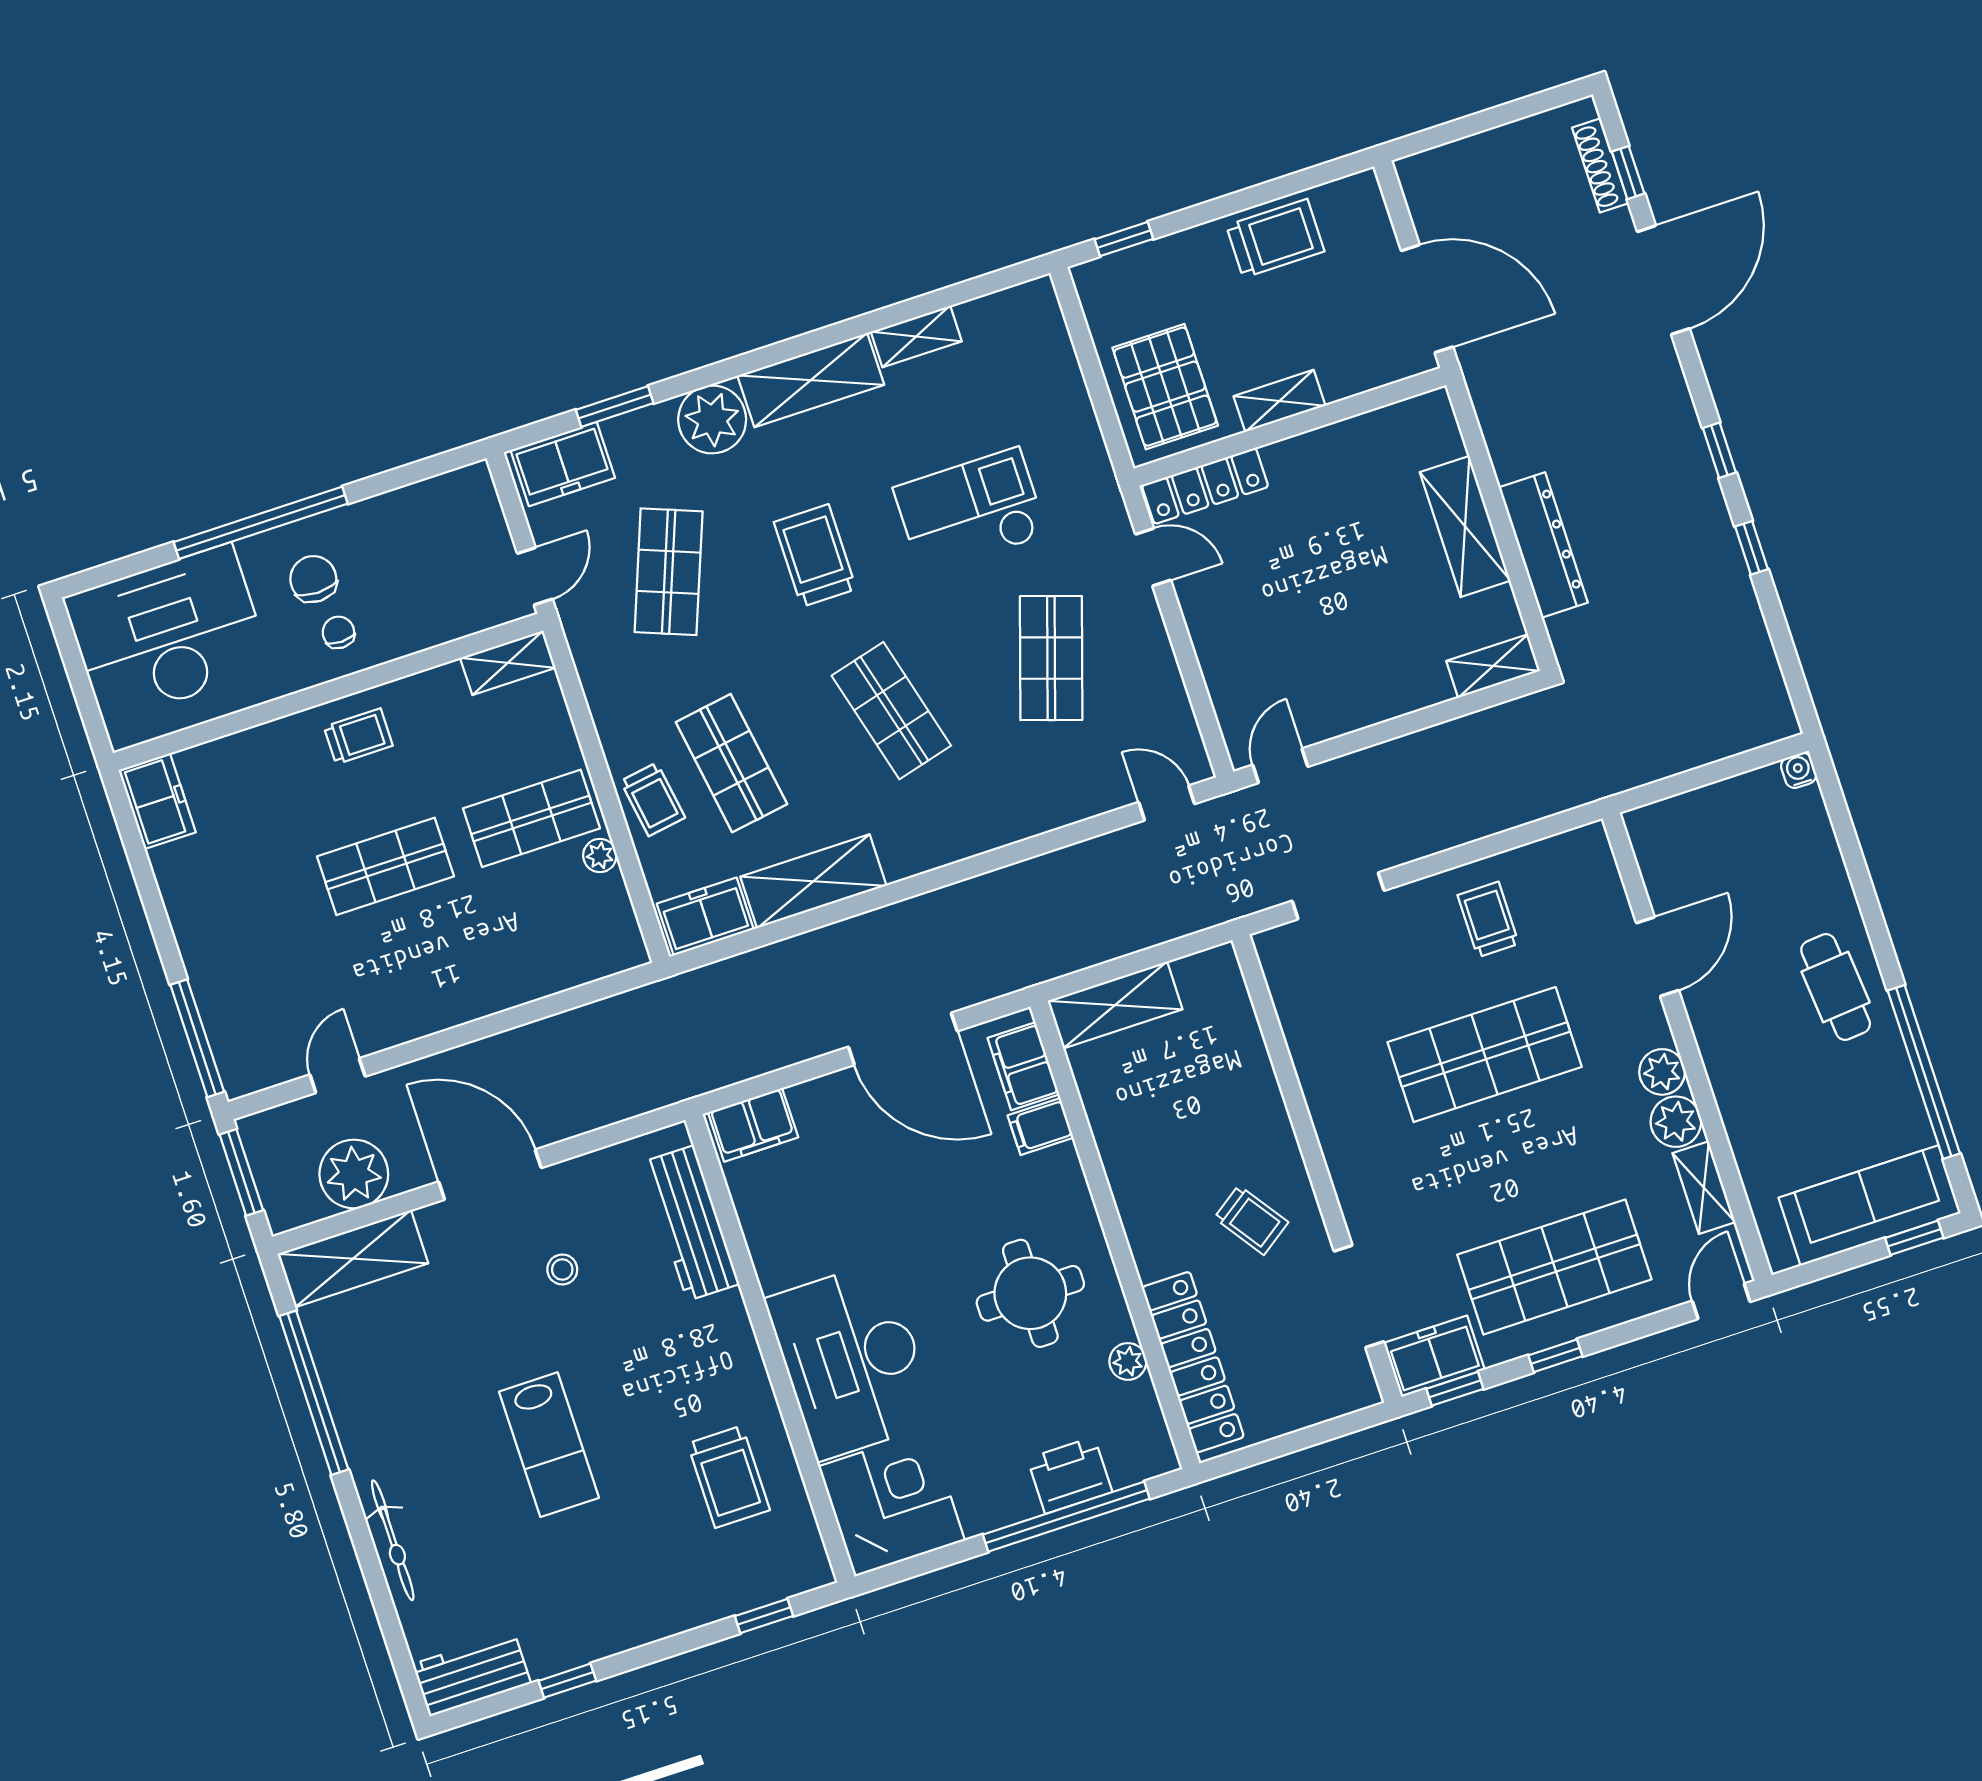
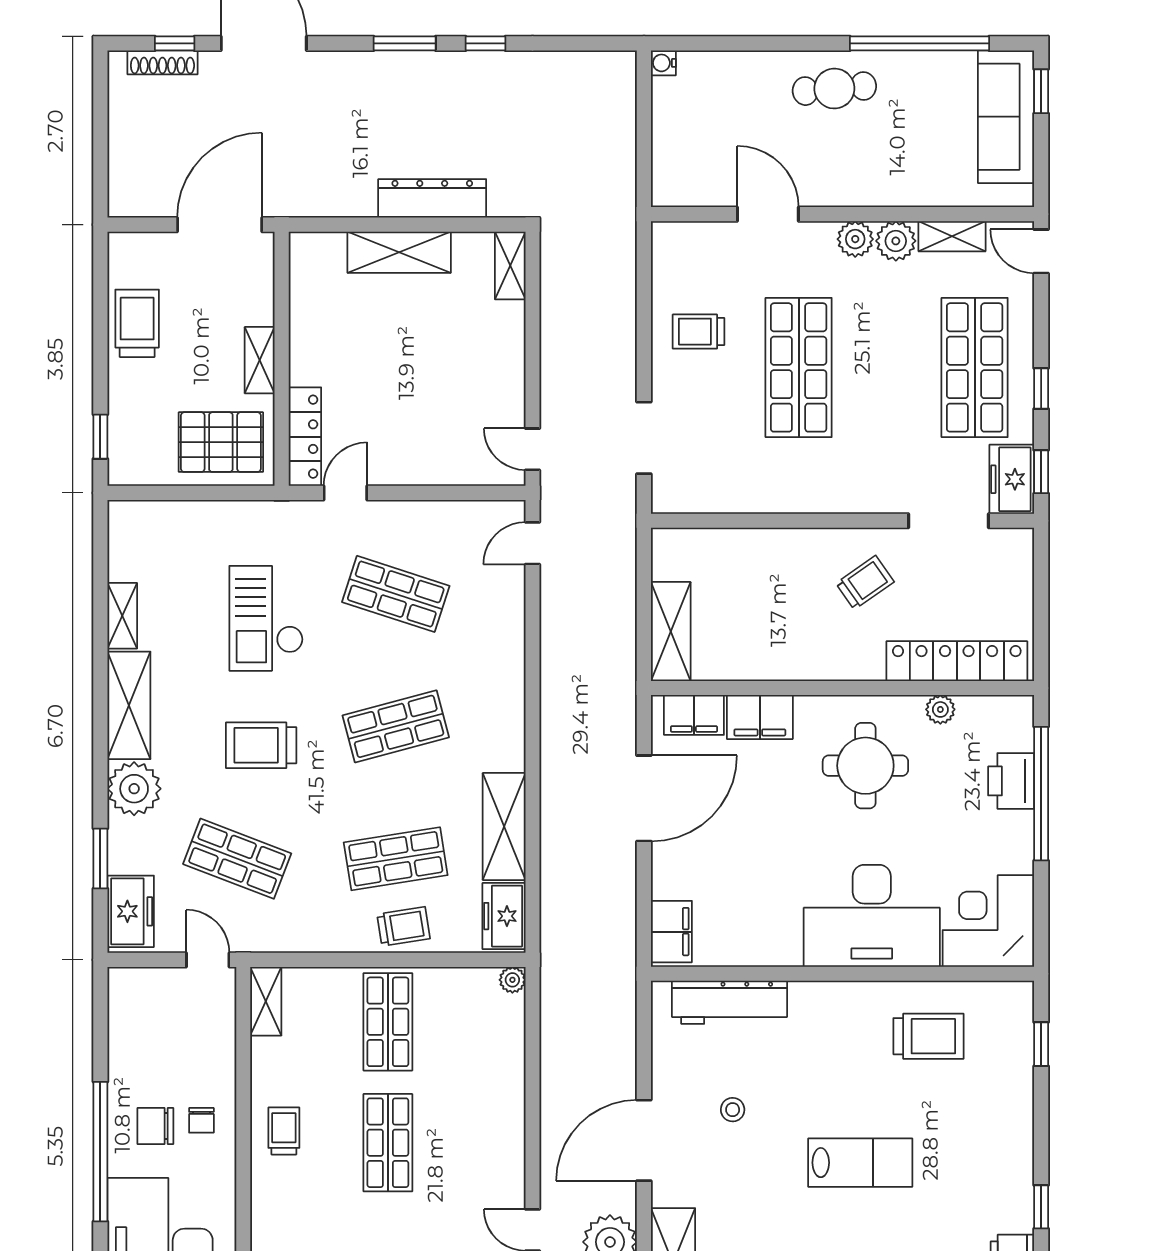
window: (1719, 450) -> (405, 43), width x1.50
chair: (338, 632) -> (201, 1120), turned -90
plant: (600, 856) -> (512, 980), moved
filing cabinet: (1041, 1127) -> (760, 717), width x2.00

